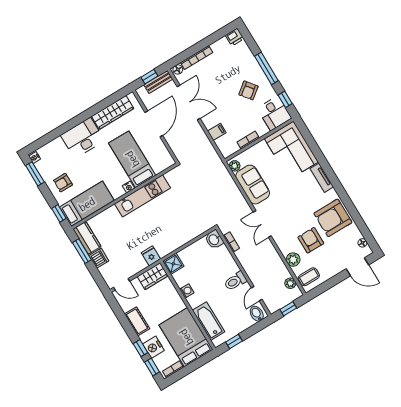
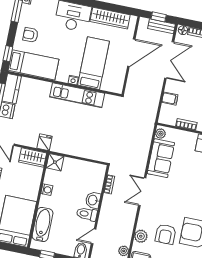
washbasin: (214, 239) -> (93, 200), moved
armchair: (311, 240) -> (166, 234), turned 180

